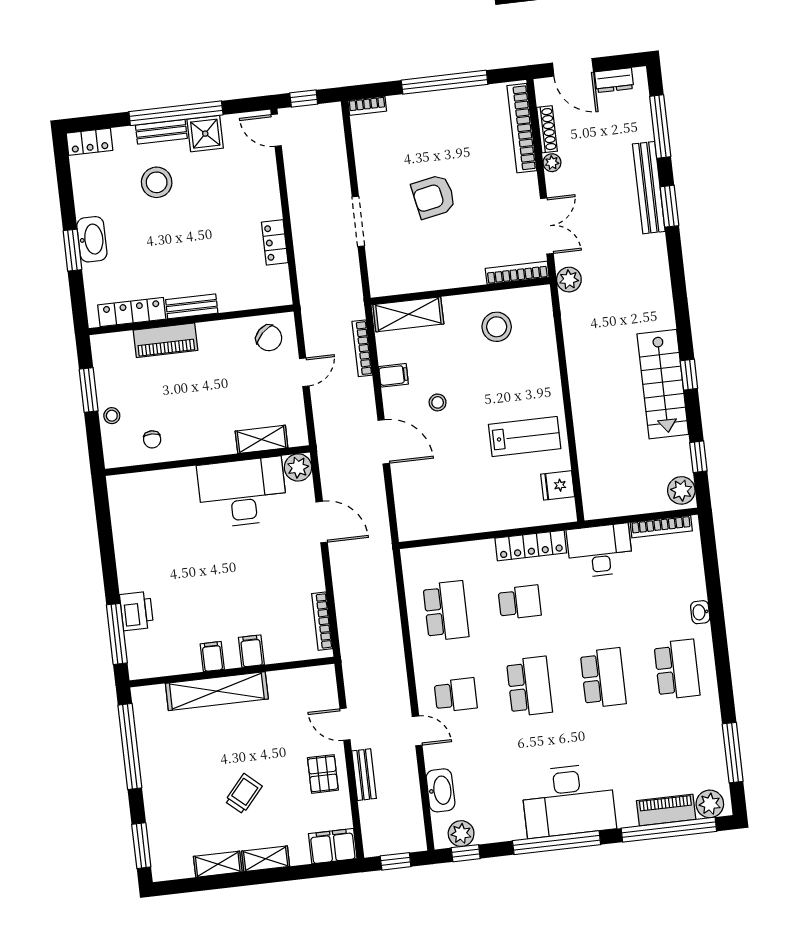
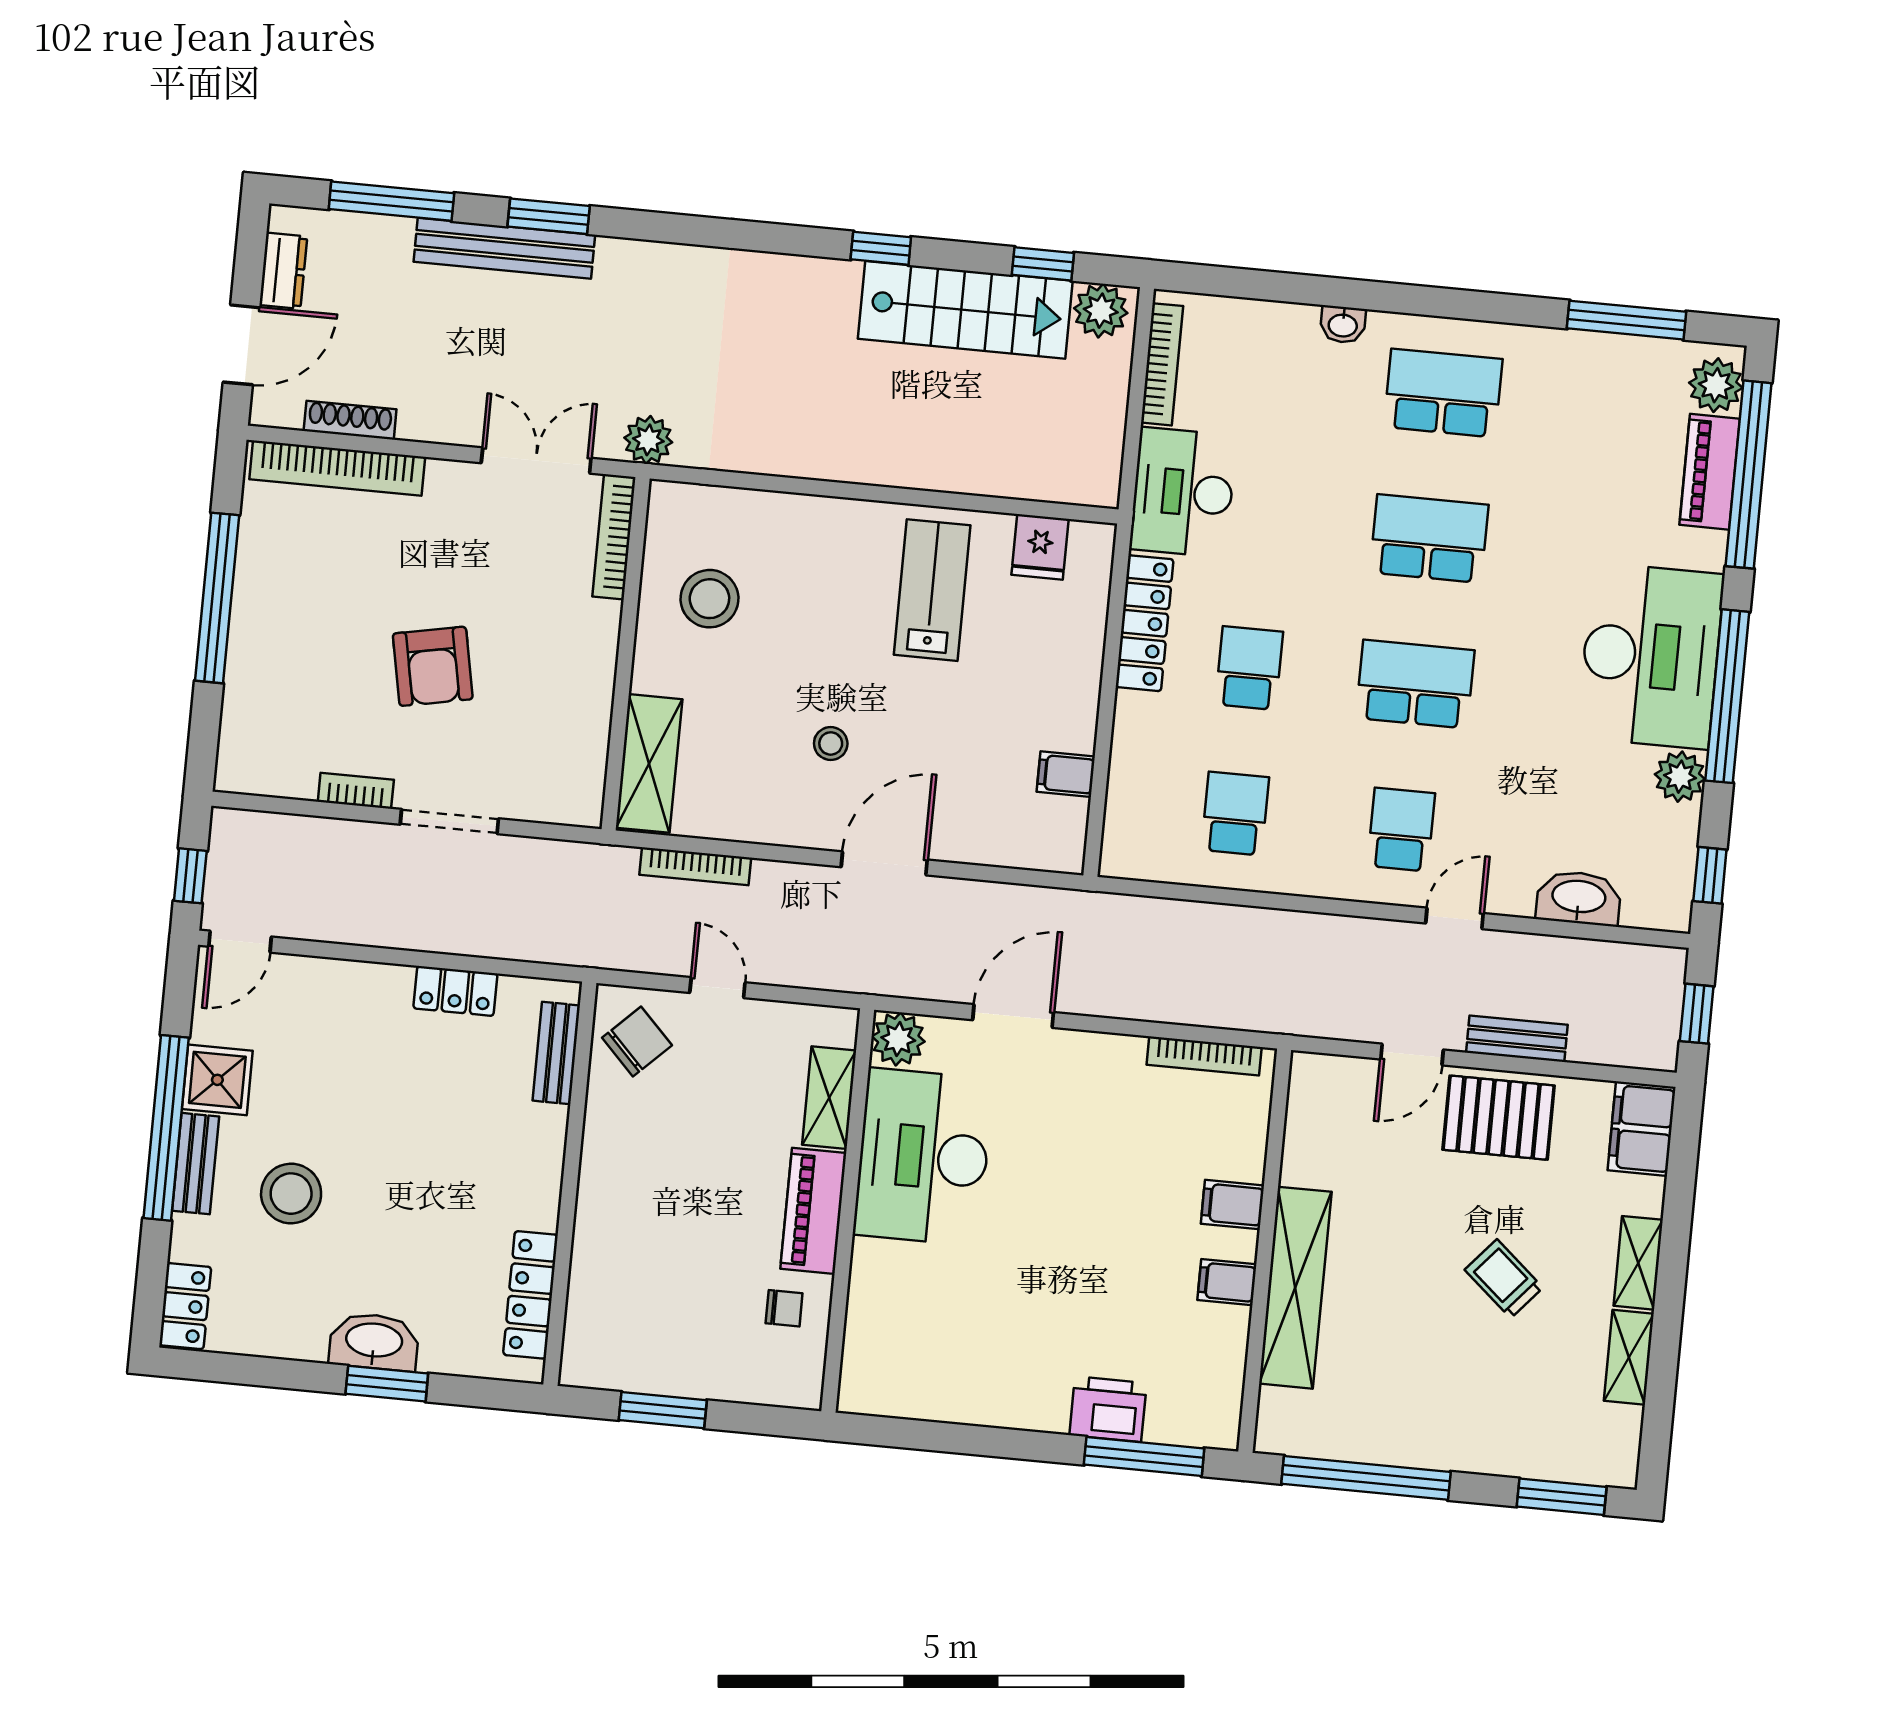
bookcase: (367, 106) -> (356, 791), moved, turned -90
plant: (552, 163) -> (416, 424), removed
bench: (192, 306) -> (556, 1053), moved
piano: (165, 340) -> (813, 1211), moved, turned 180
filing cabinet: (394, 375) -> (1066, 774), moved, turned -90
stairs: (663, 384) -> (965, 310), moved
stool: (112, 416) -> (722, 1376), removed
school desk: (446, 611) -> (1235, 814), width x0.54
pallet: (323, 774) -> (1499, 1118), width x1.50, depth x1.42
plant: (461, 834) -> (1680, 777), moved

